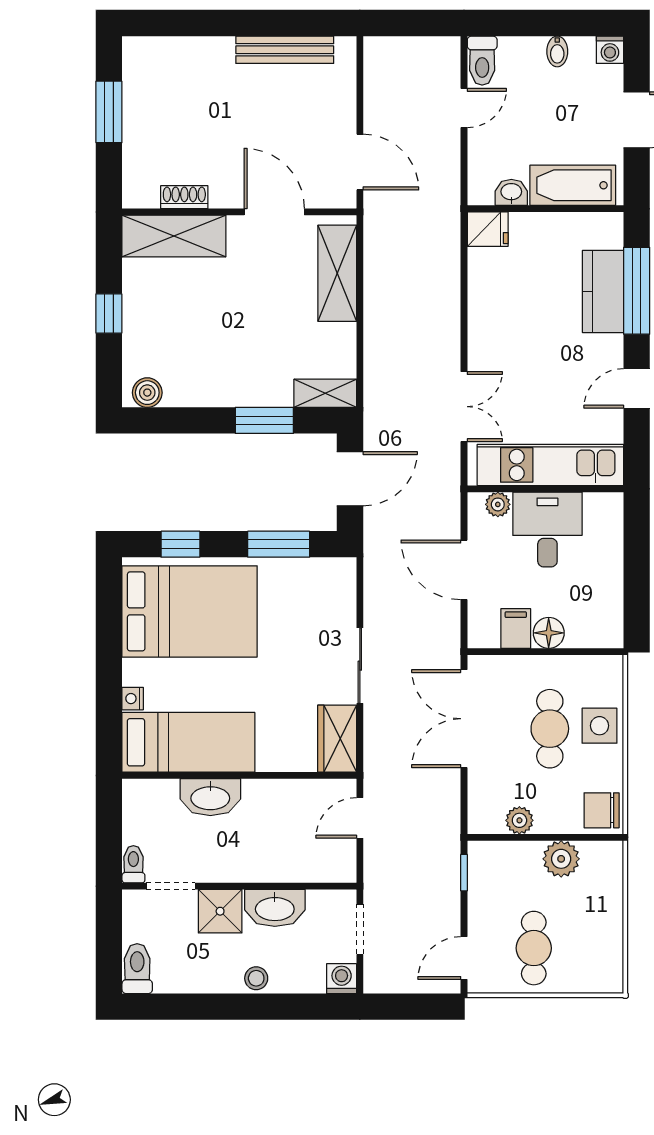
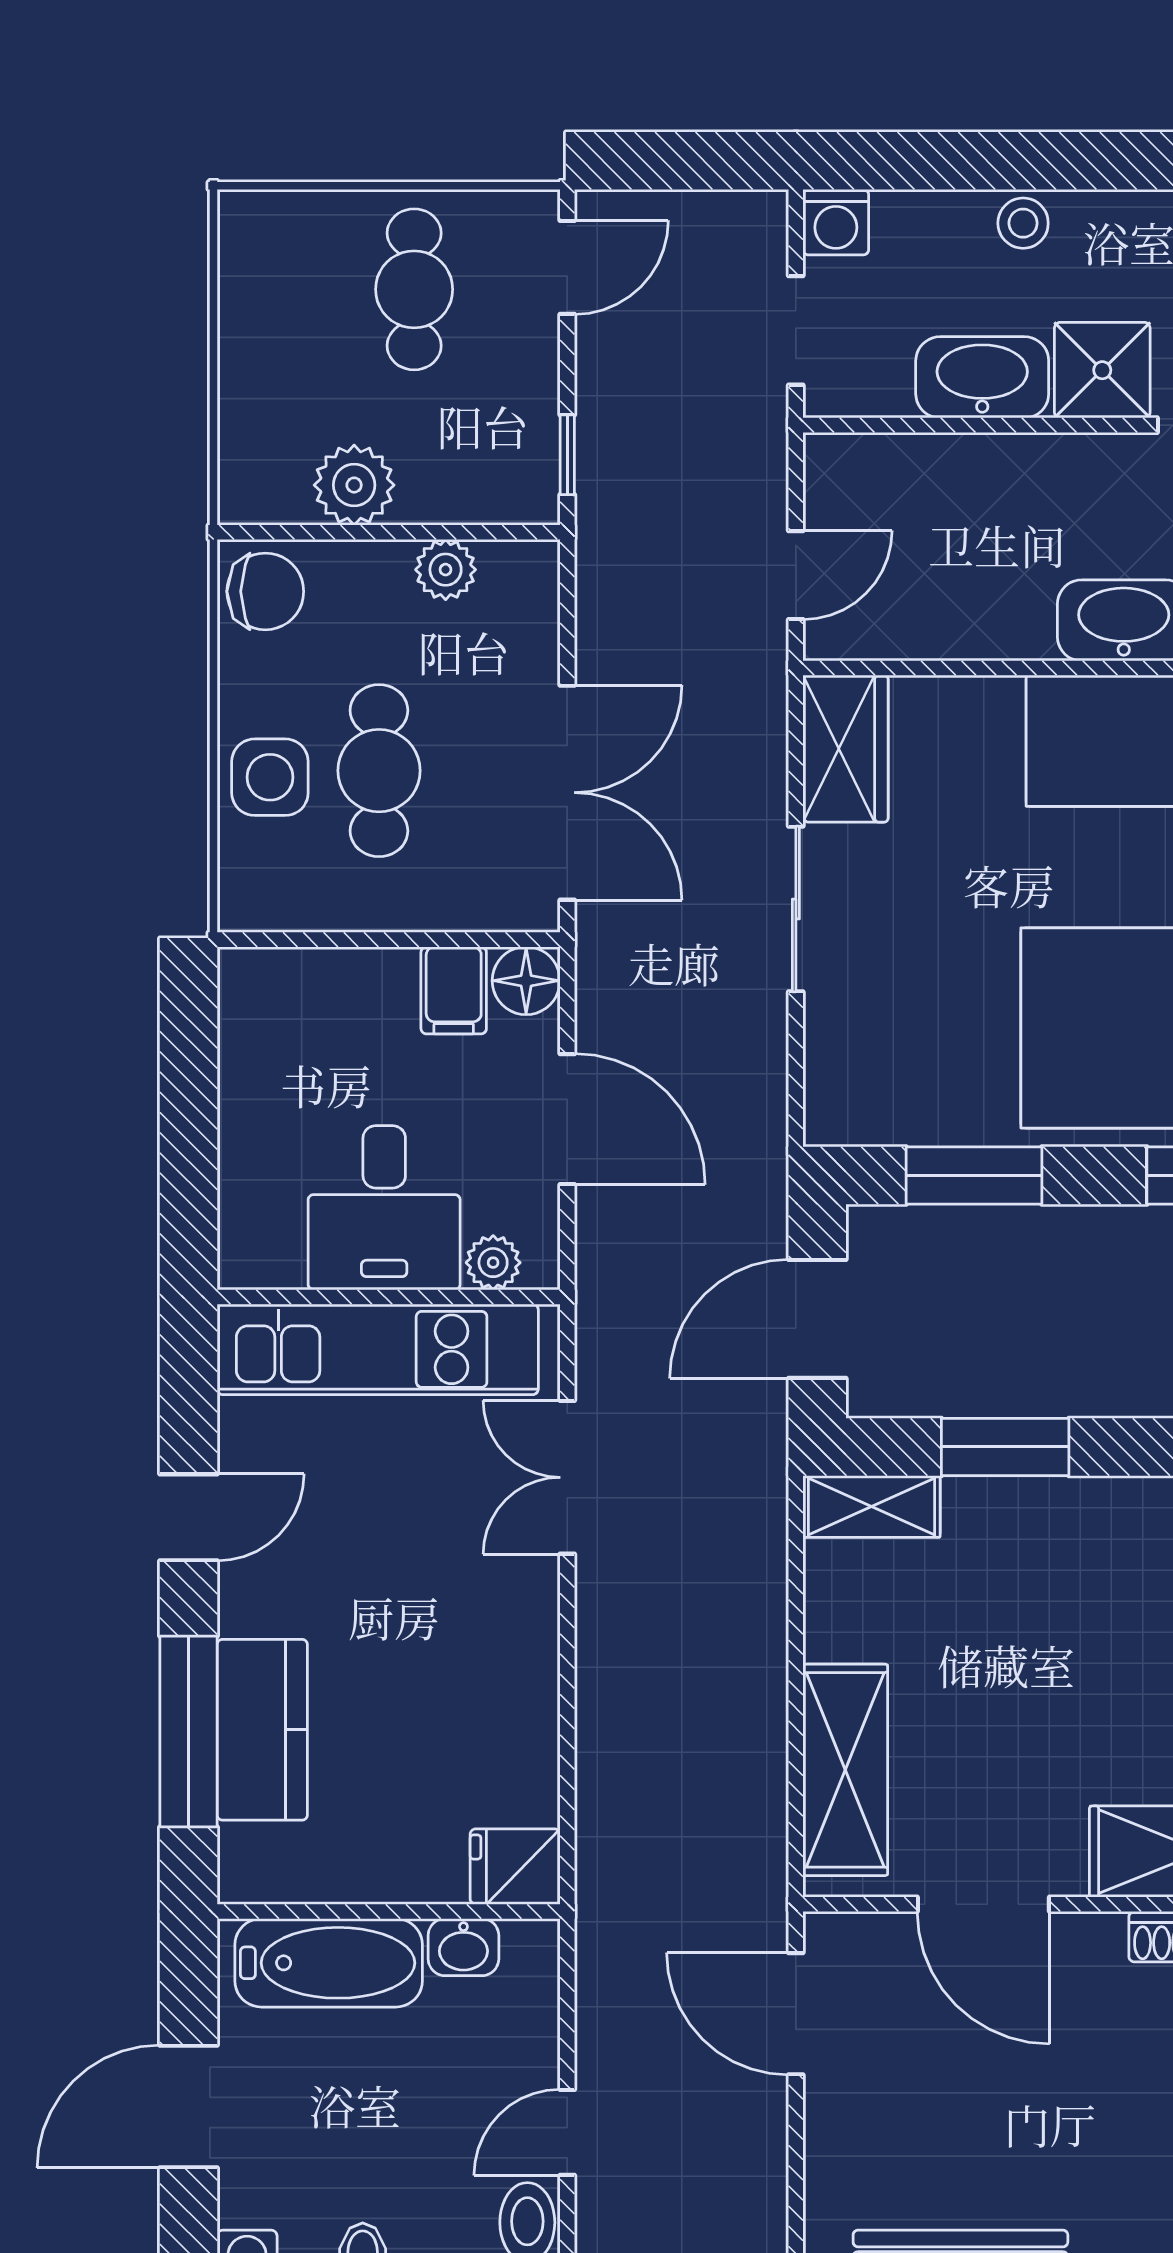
floor lamp: (549, 633) -> (526, 981), moved

